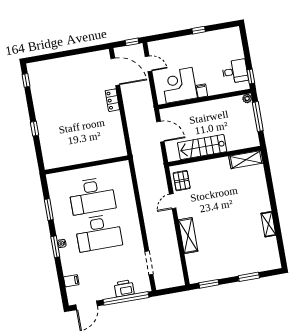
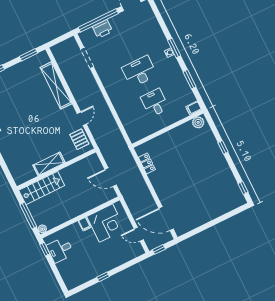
locker: (112, 100) -> (147, 163), moved
stairs: (202, 147) -> (42, 188), moved
shelving: (246, 160) -> (49, 164), moved
plant: (53, 162) -> (198, 122), added
desk: (92, 196) -> (155, 103), width x0.53, depth x0.77
desk: (99, 233) -> (139, 72), width x0.73, depth x0.77
shelving: (188, 236) -> (56, 85), width x1.47
filing cabinet: (71, 281) -> (194, 108), moved

